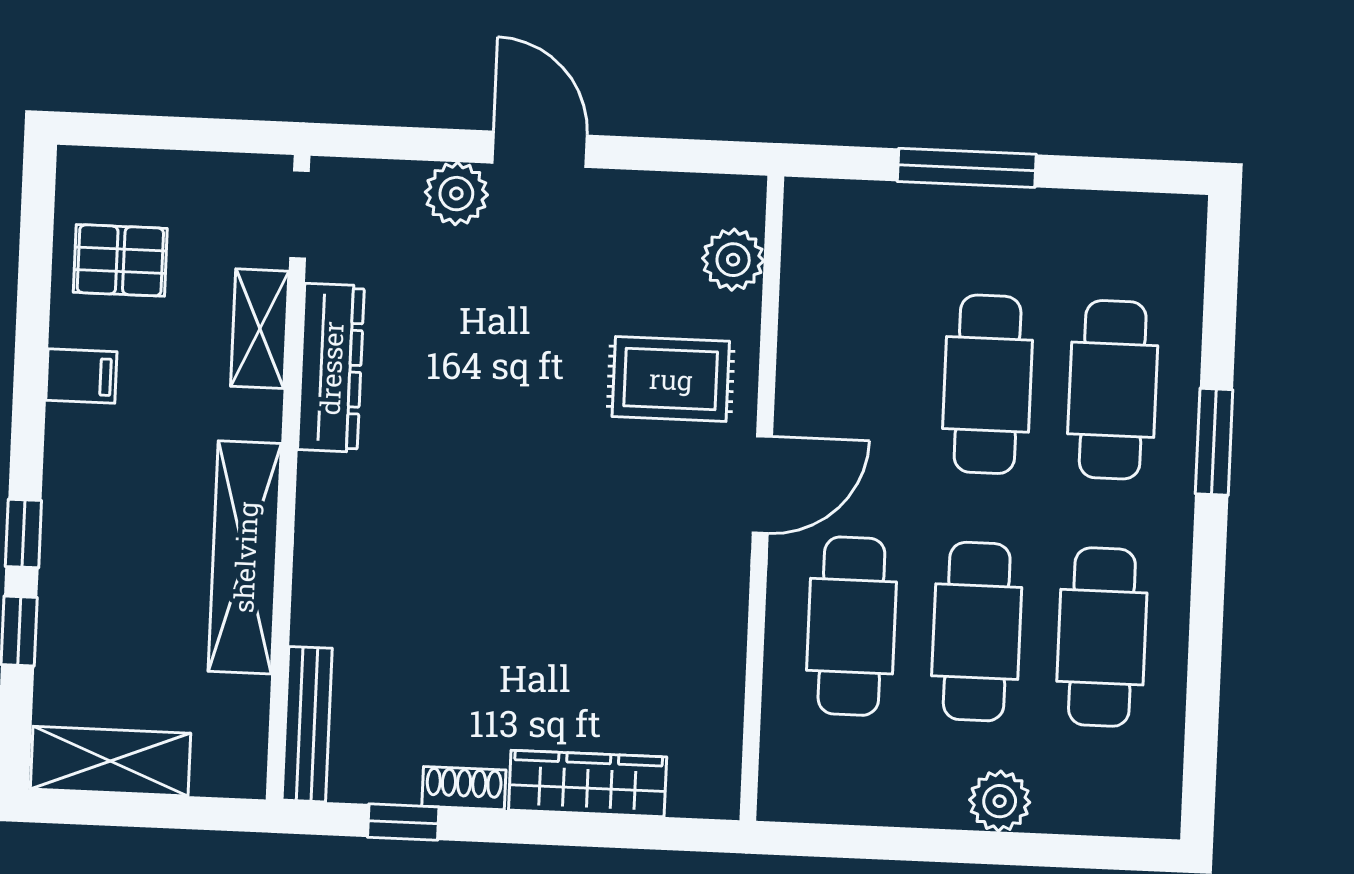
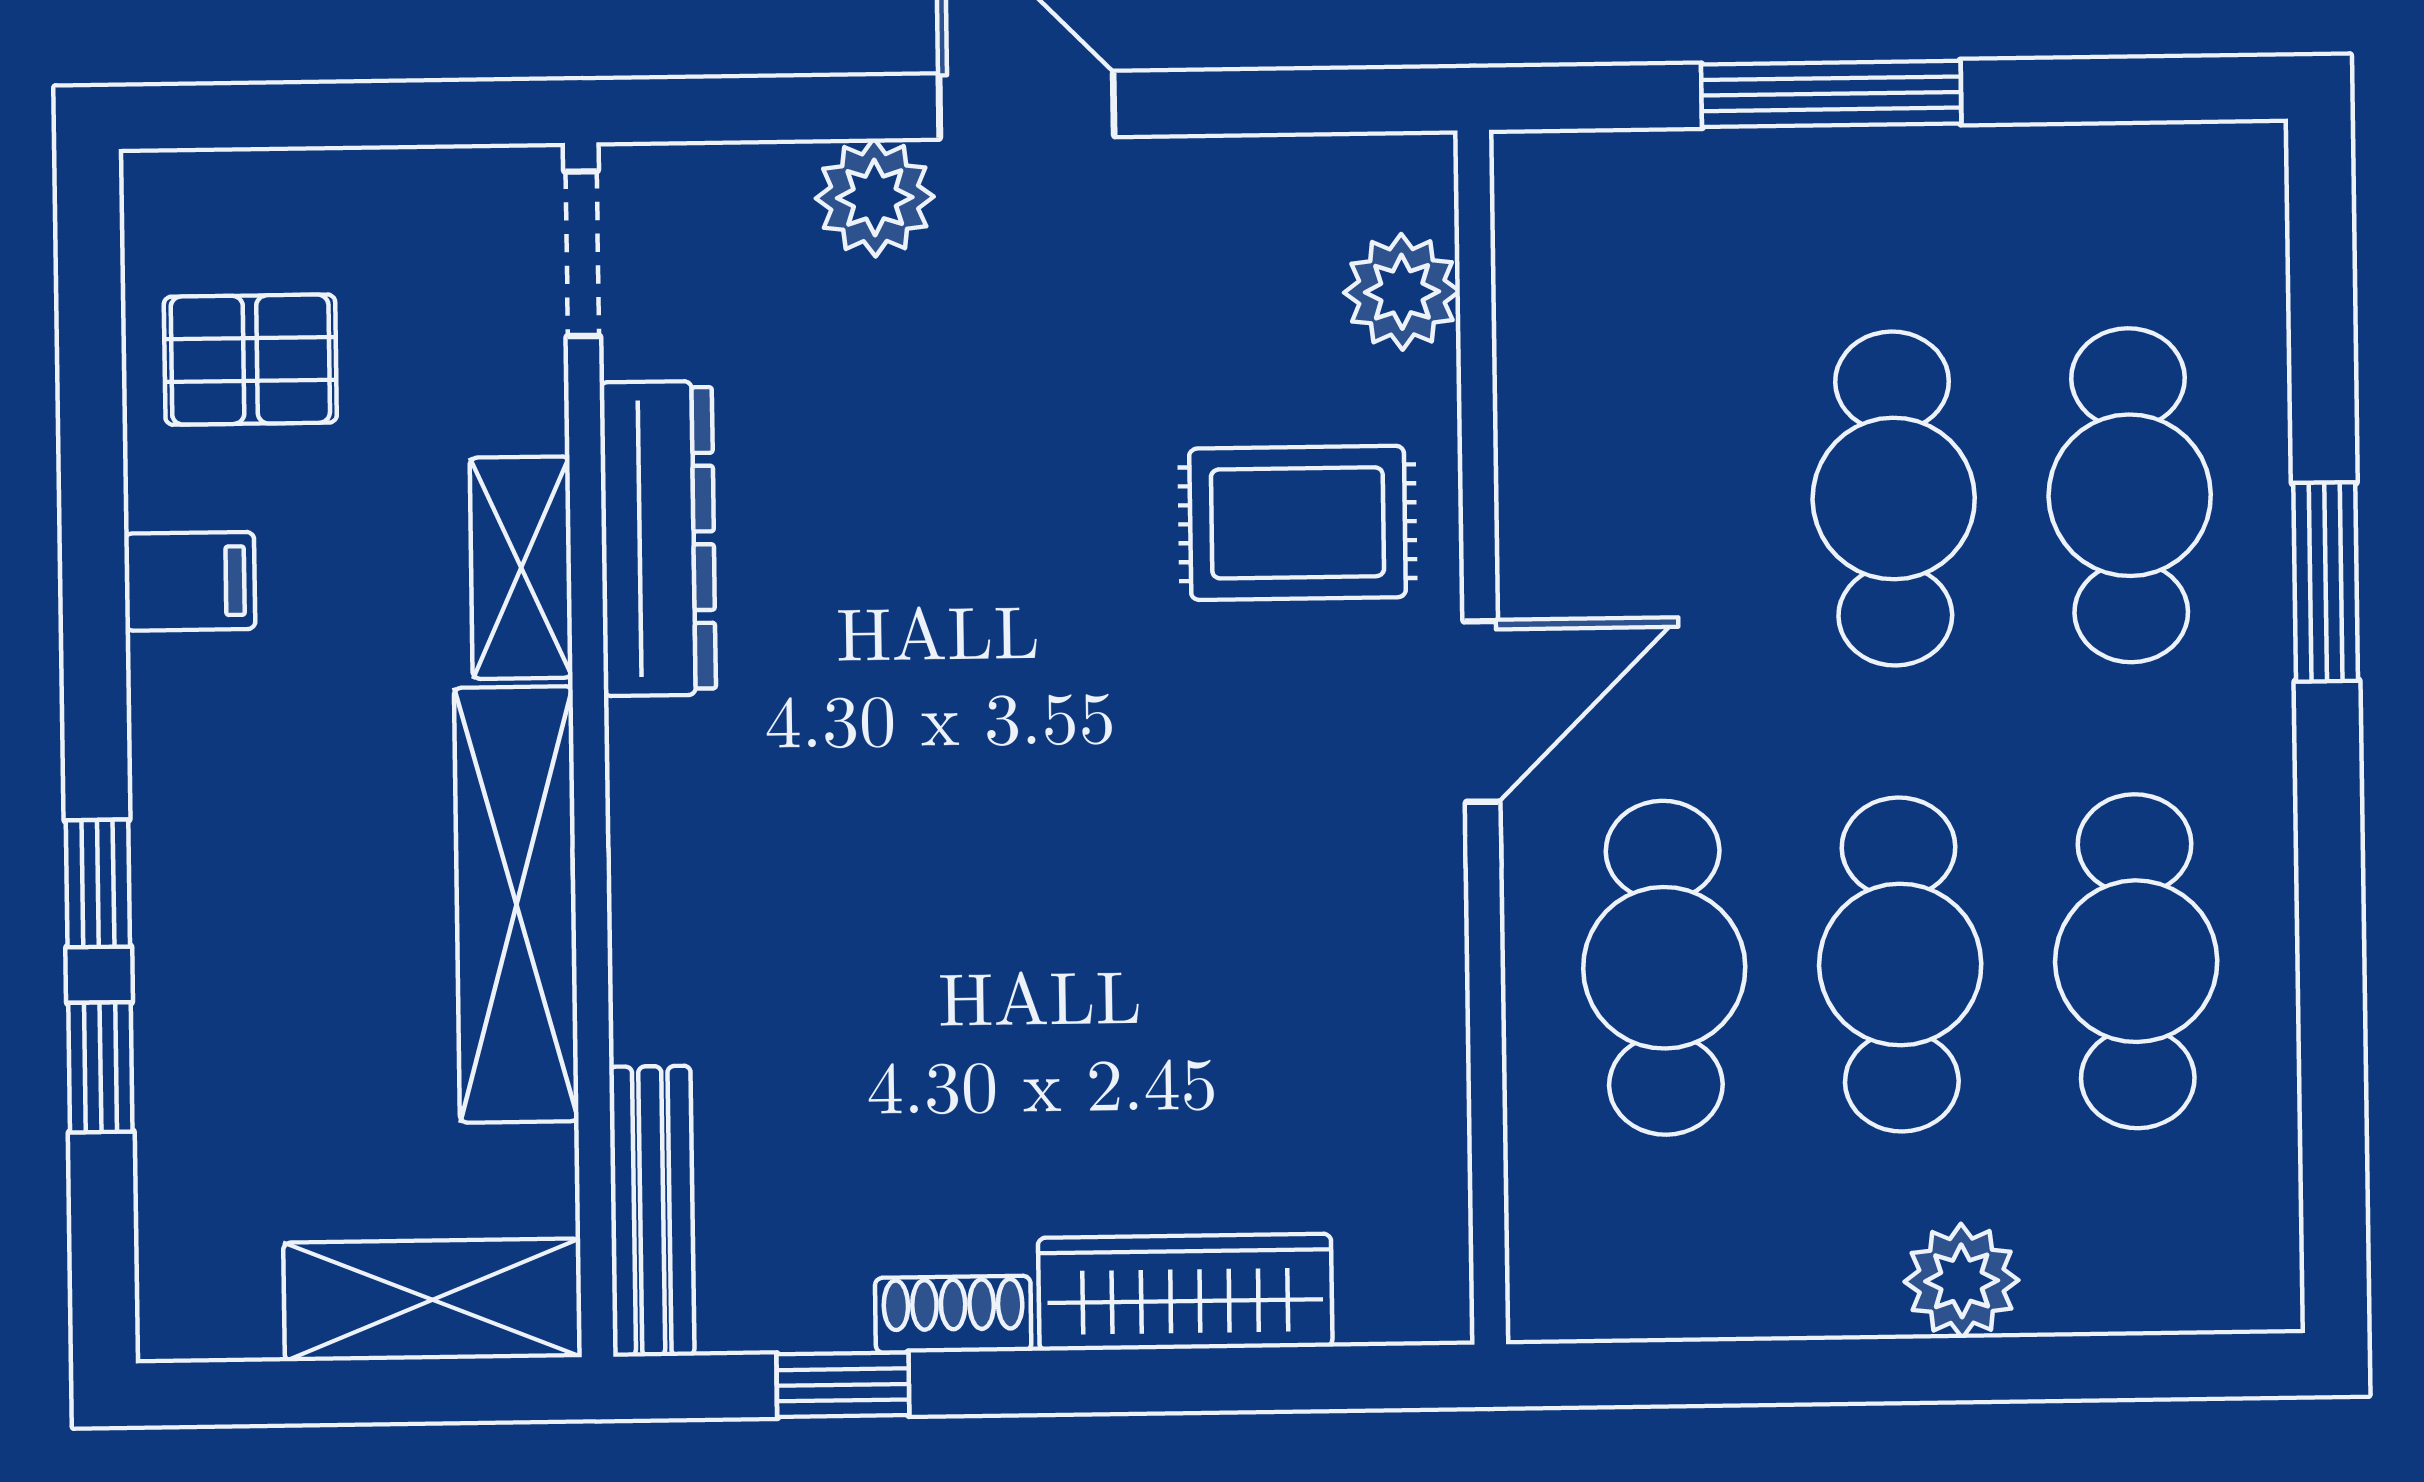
shelving: (260, 329) -> (521, 568), moved
shelving: (110, 761) -> (433, 1300), moved

